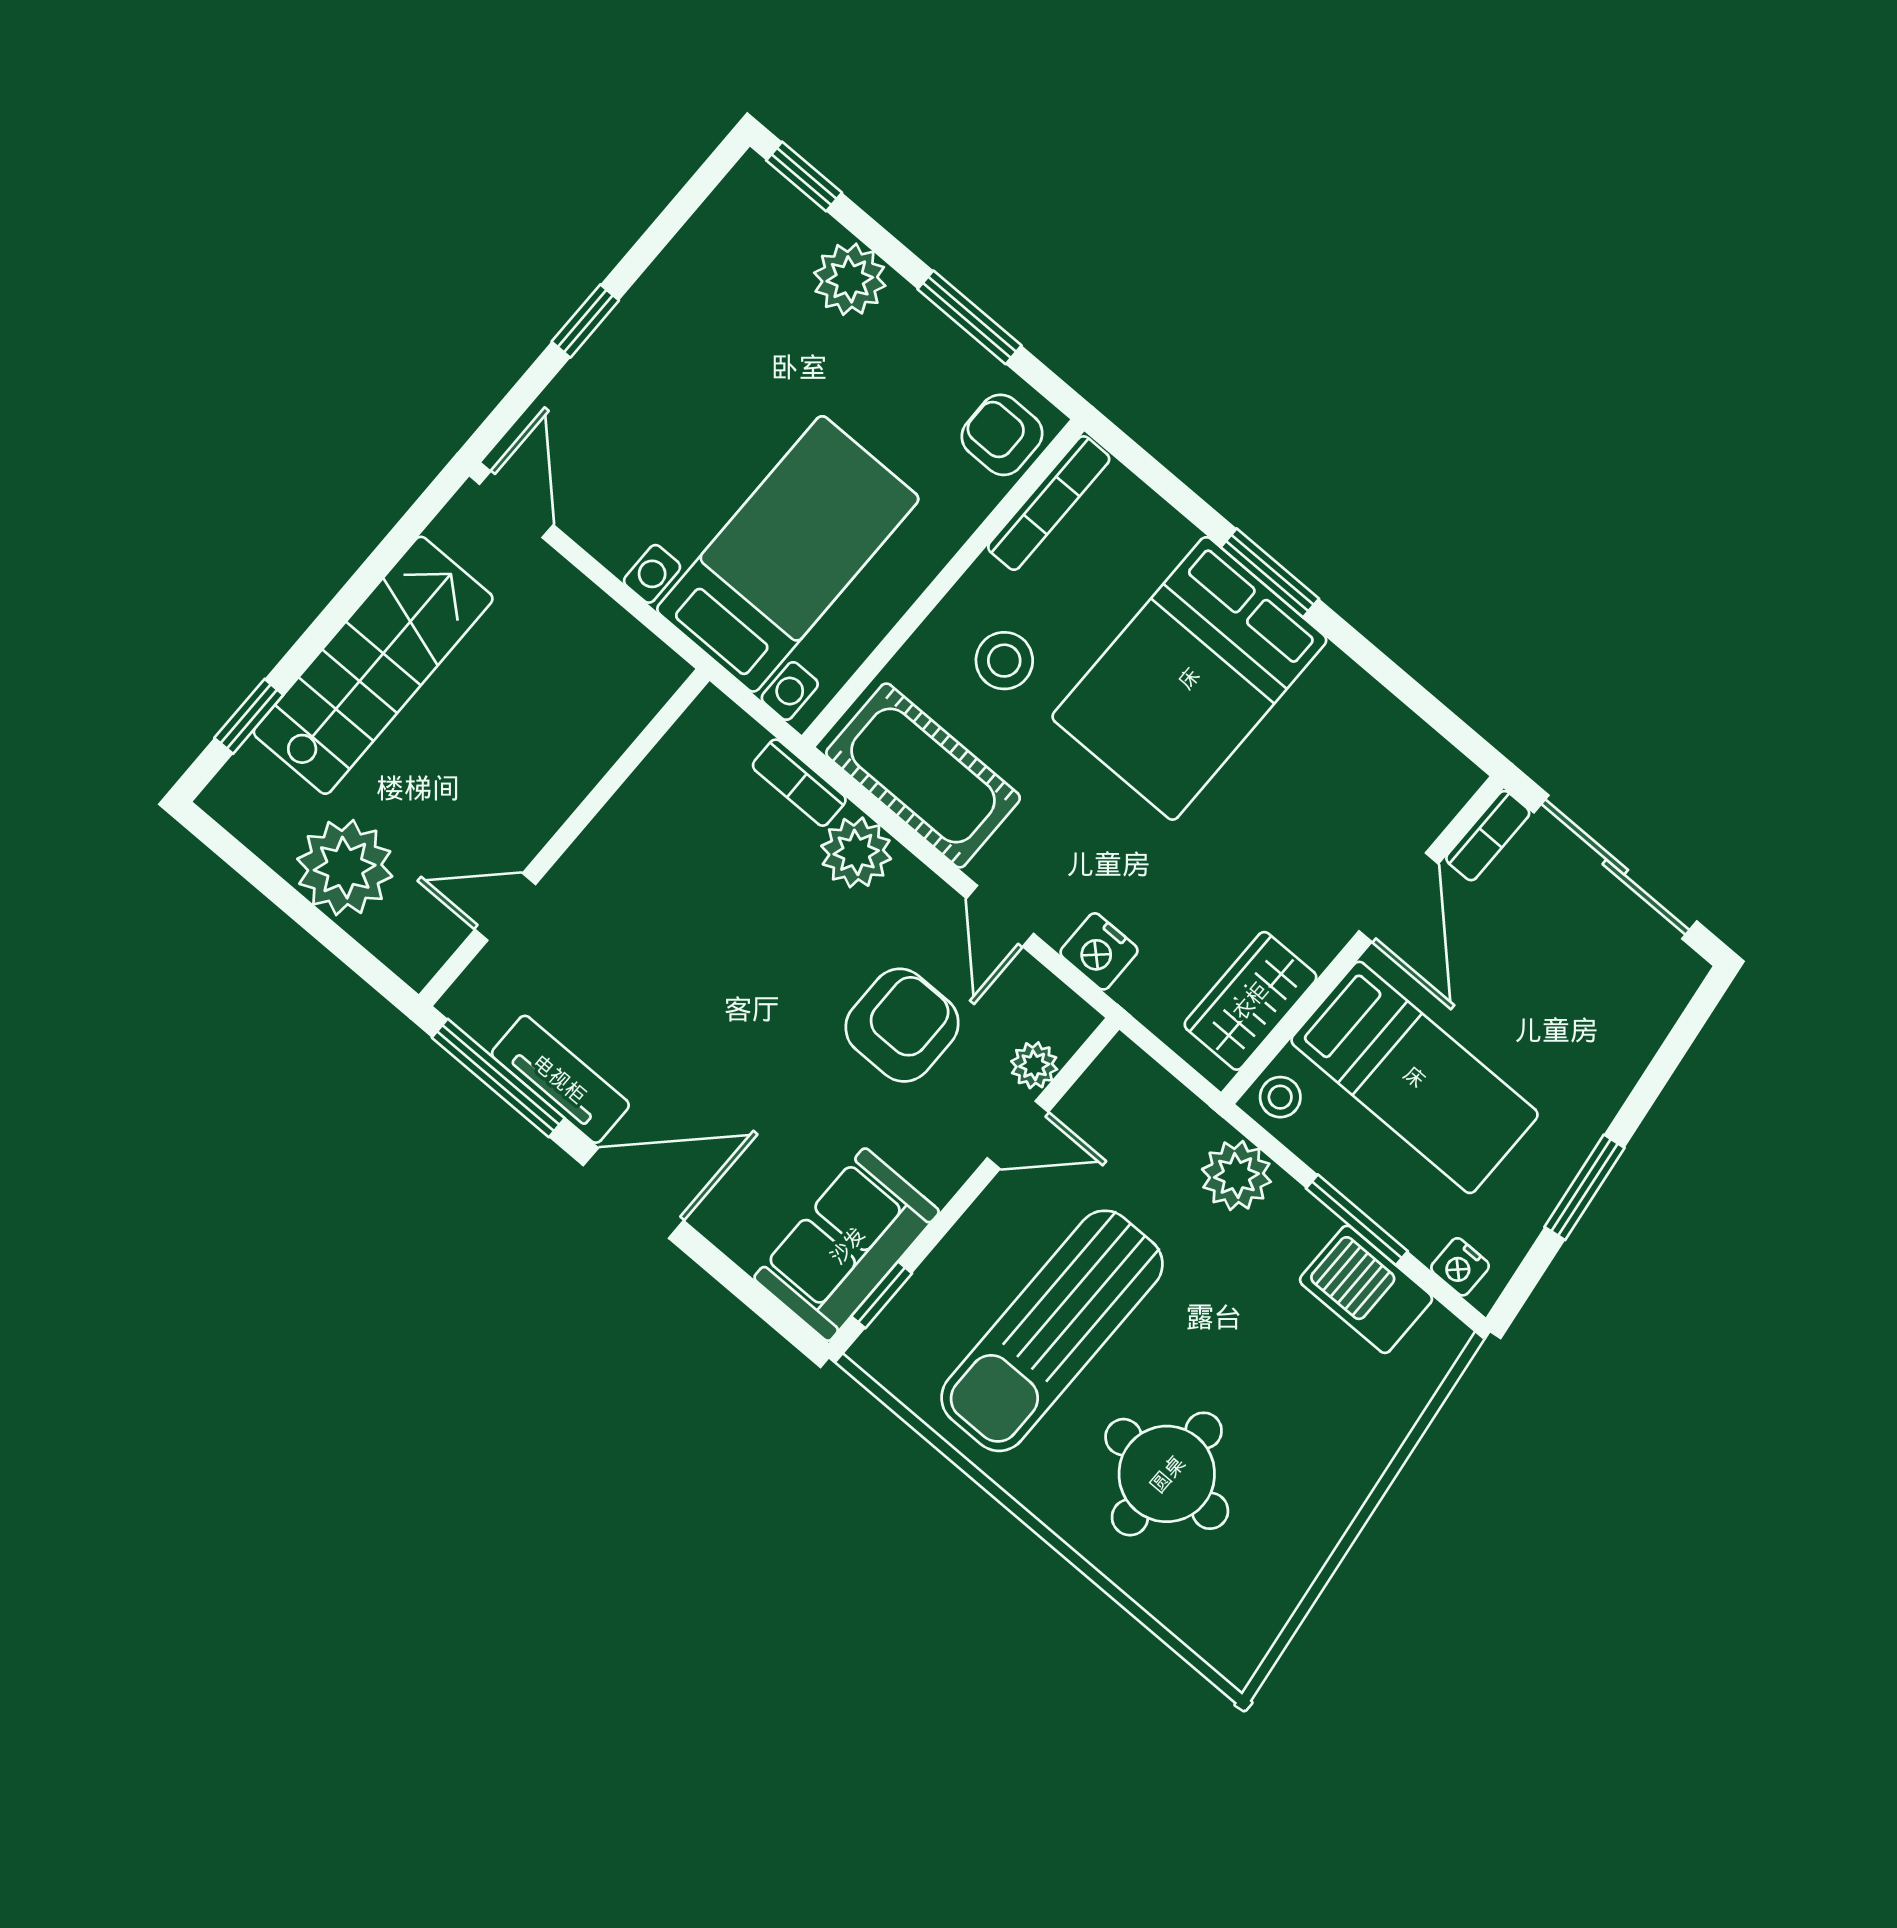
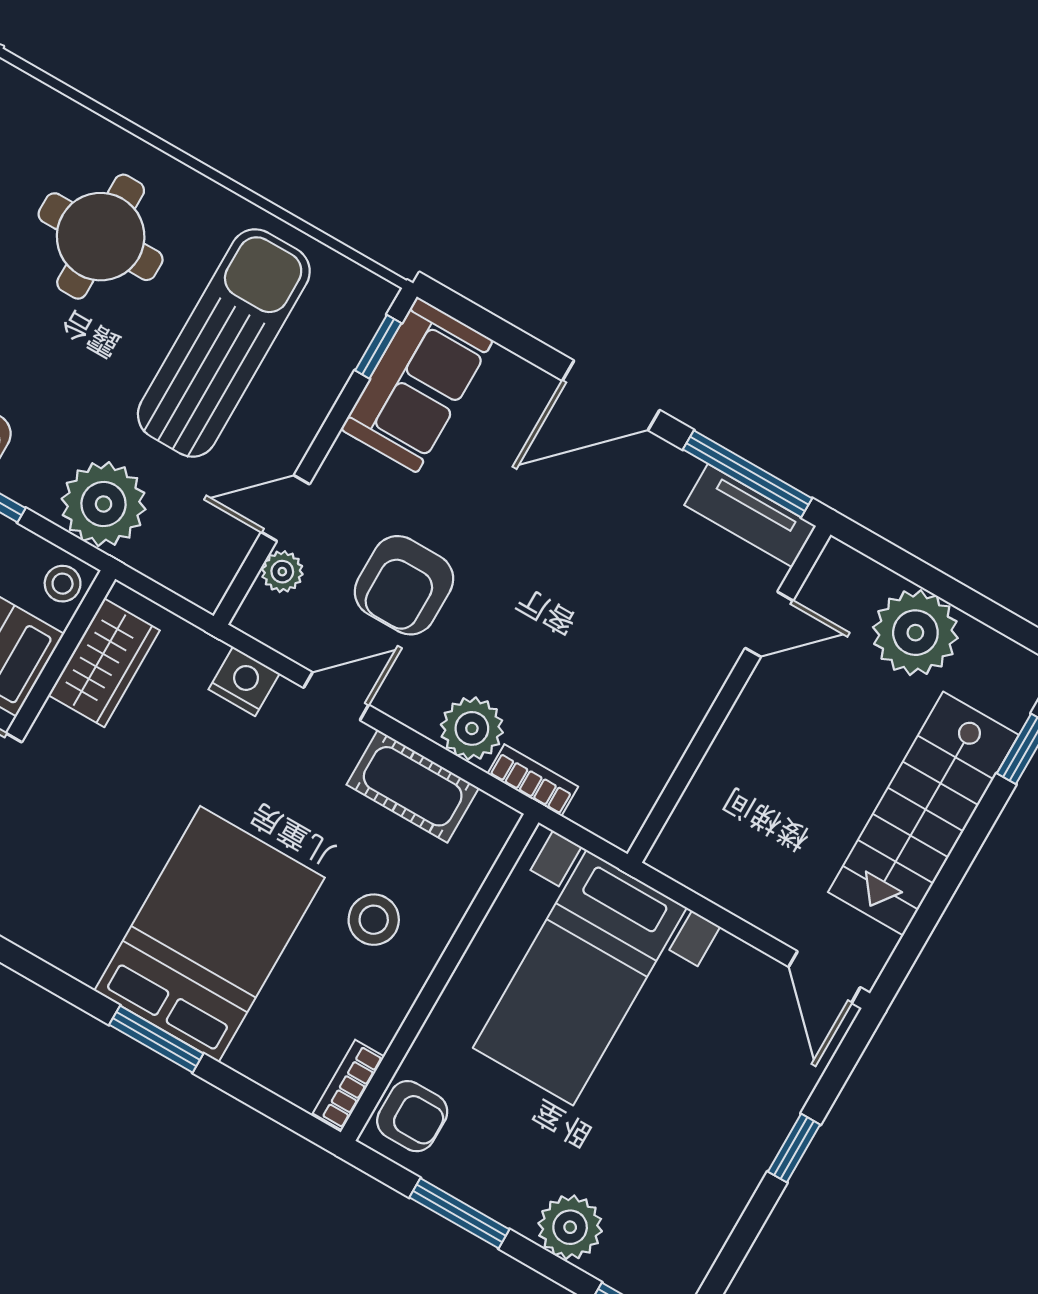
bookcase: (1049, 503) -> (349, 1085), width x0.64
cot: (923, 775) -> (413, 786), width x0.73, depth x0.75
door: (1000, 916) -> (336, 696), hinge flipped
tv unit: (560, 1079) -> (750, 516), moved
plant: (1236, 1175) -> (104, 504), width x1.36, depth x1.36

